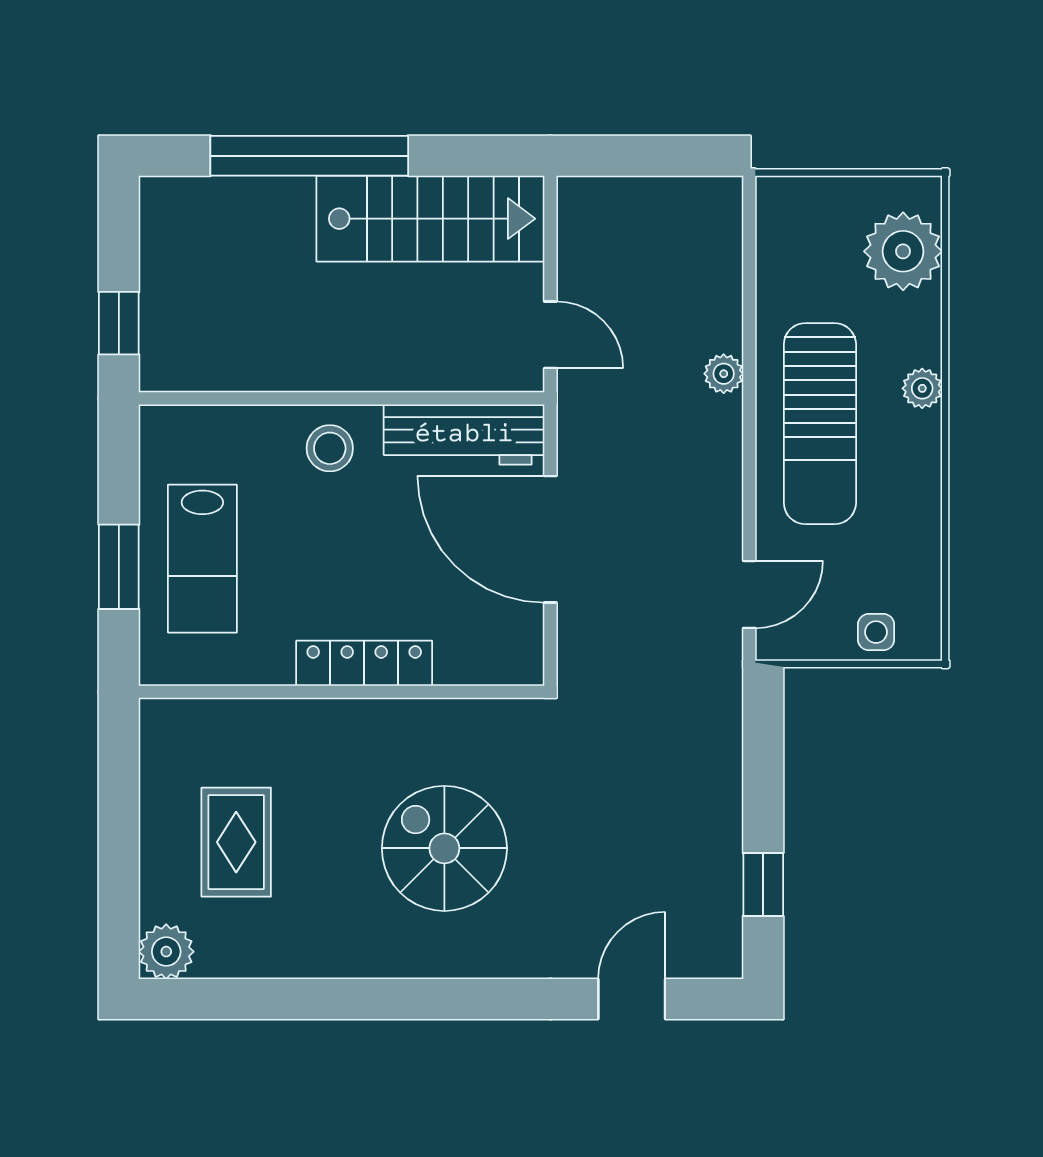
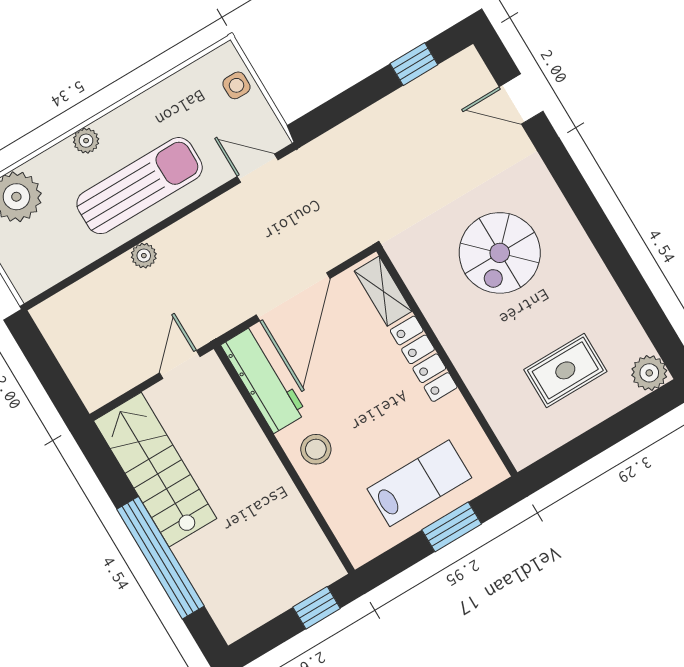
shelving: (486, 663) -> (383, 291), added

